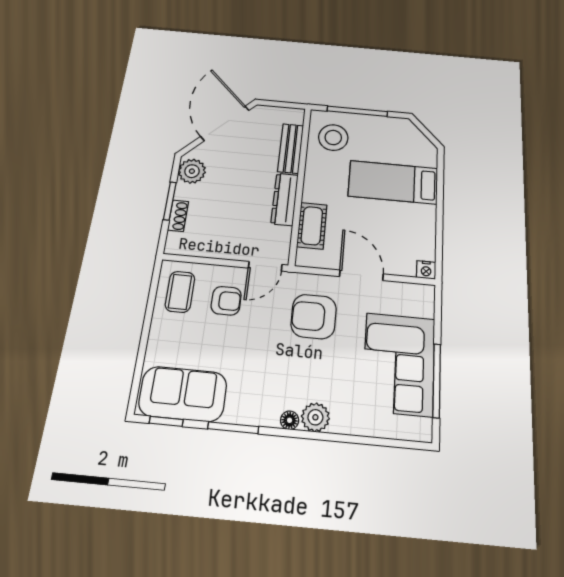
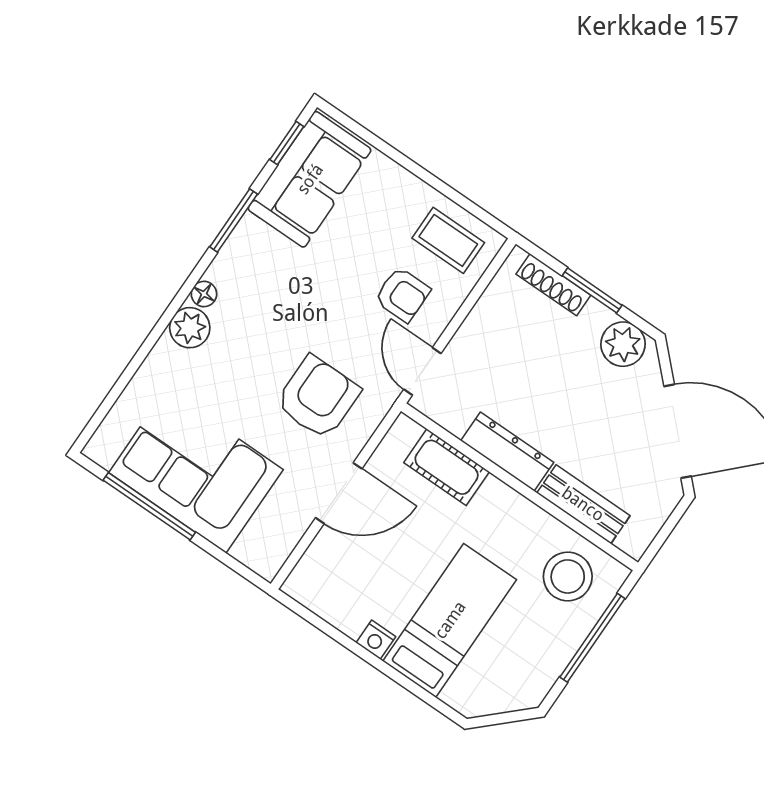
shoe rack: (178, 216) -> (553, 285), width x1.43
nightstand: (426, 270) -> (376, 640), moved, turned -90
armchair: (226, 301) -> (402, 295), turned -90

